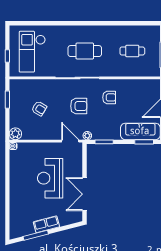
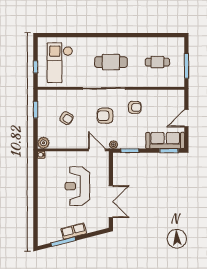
armchair: (79, 106) -> (105, 116), turned 180
double door: (85, 194) -> (111, 202), swing flipped

